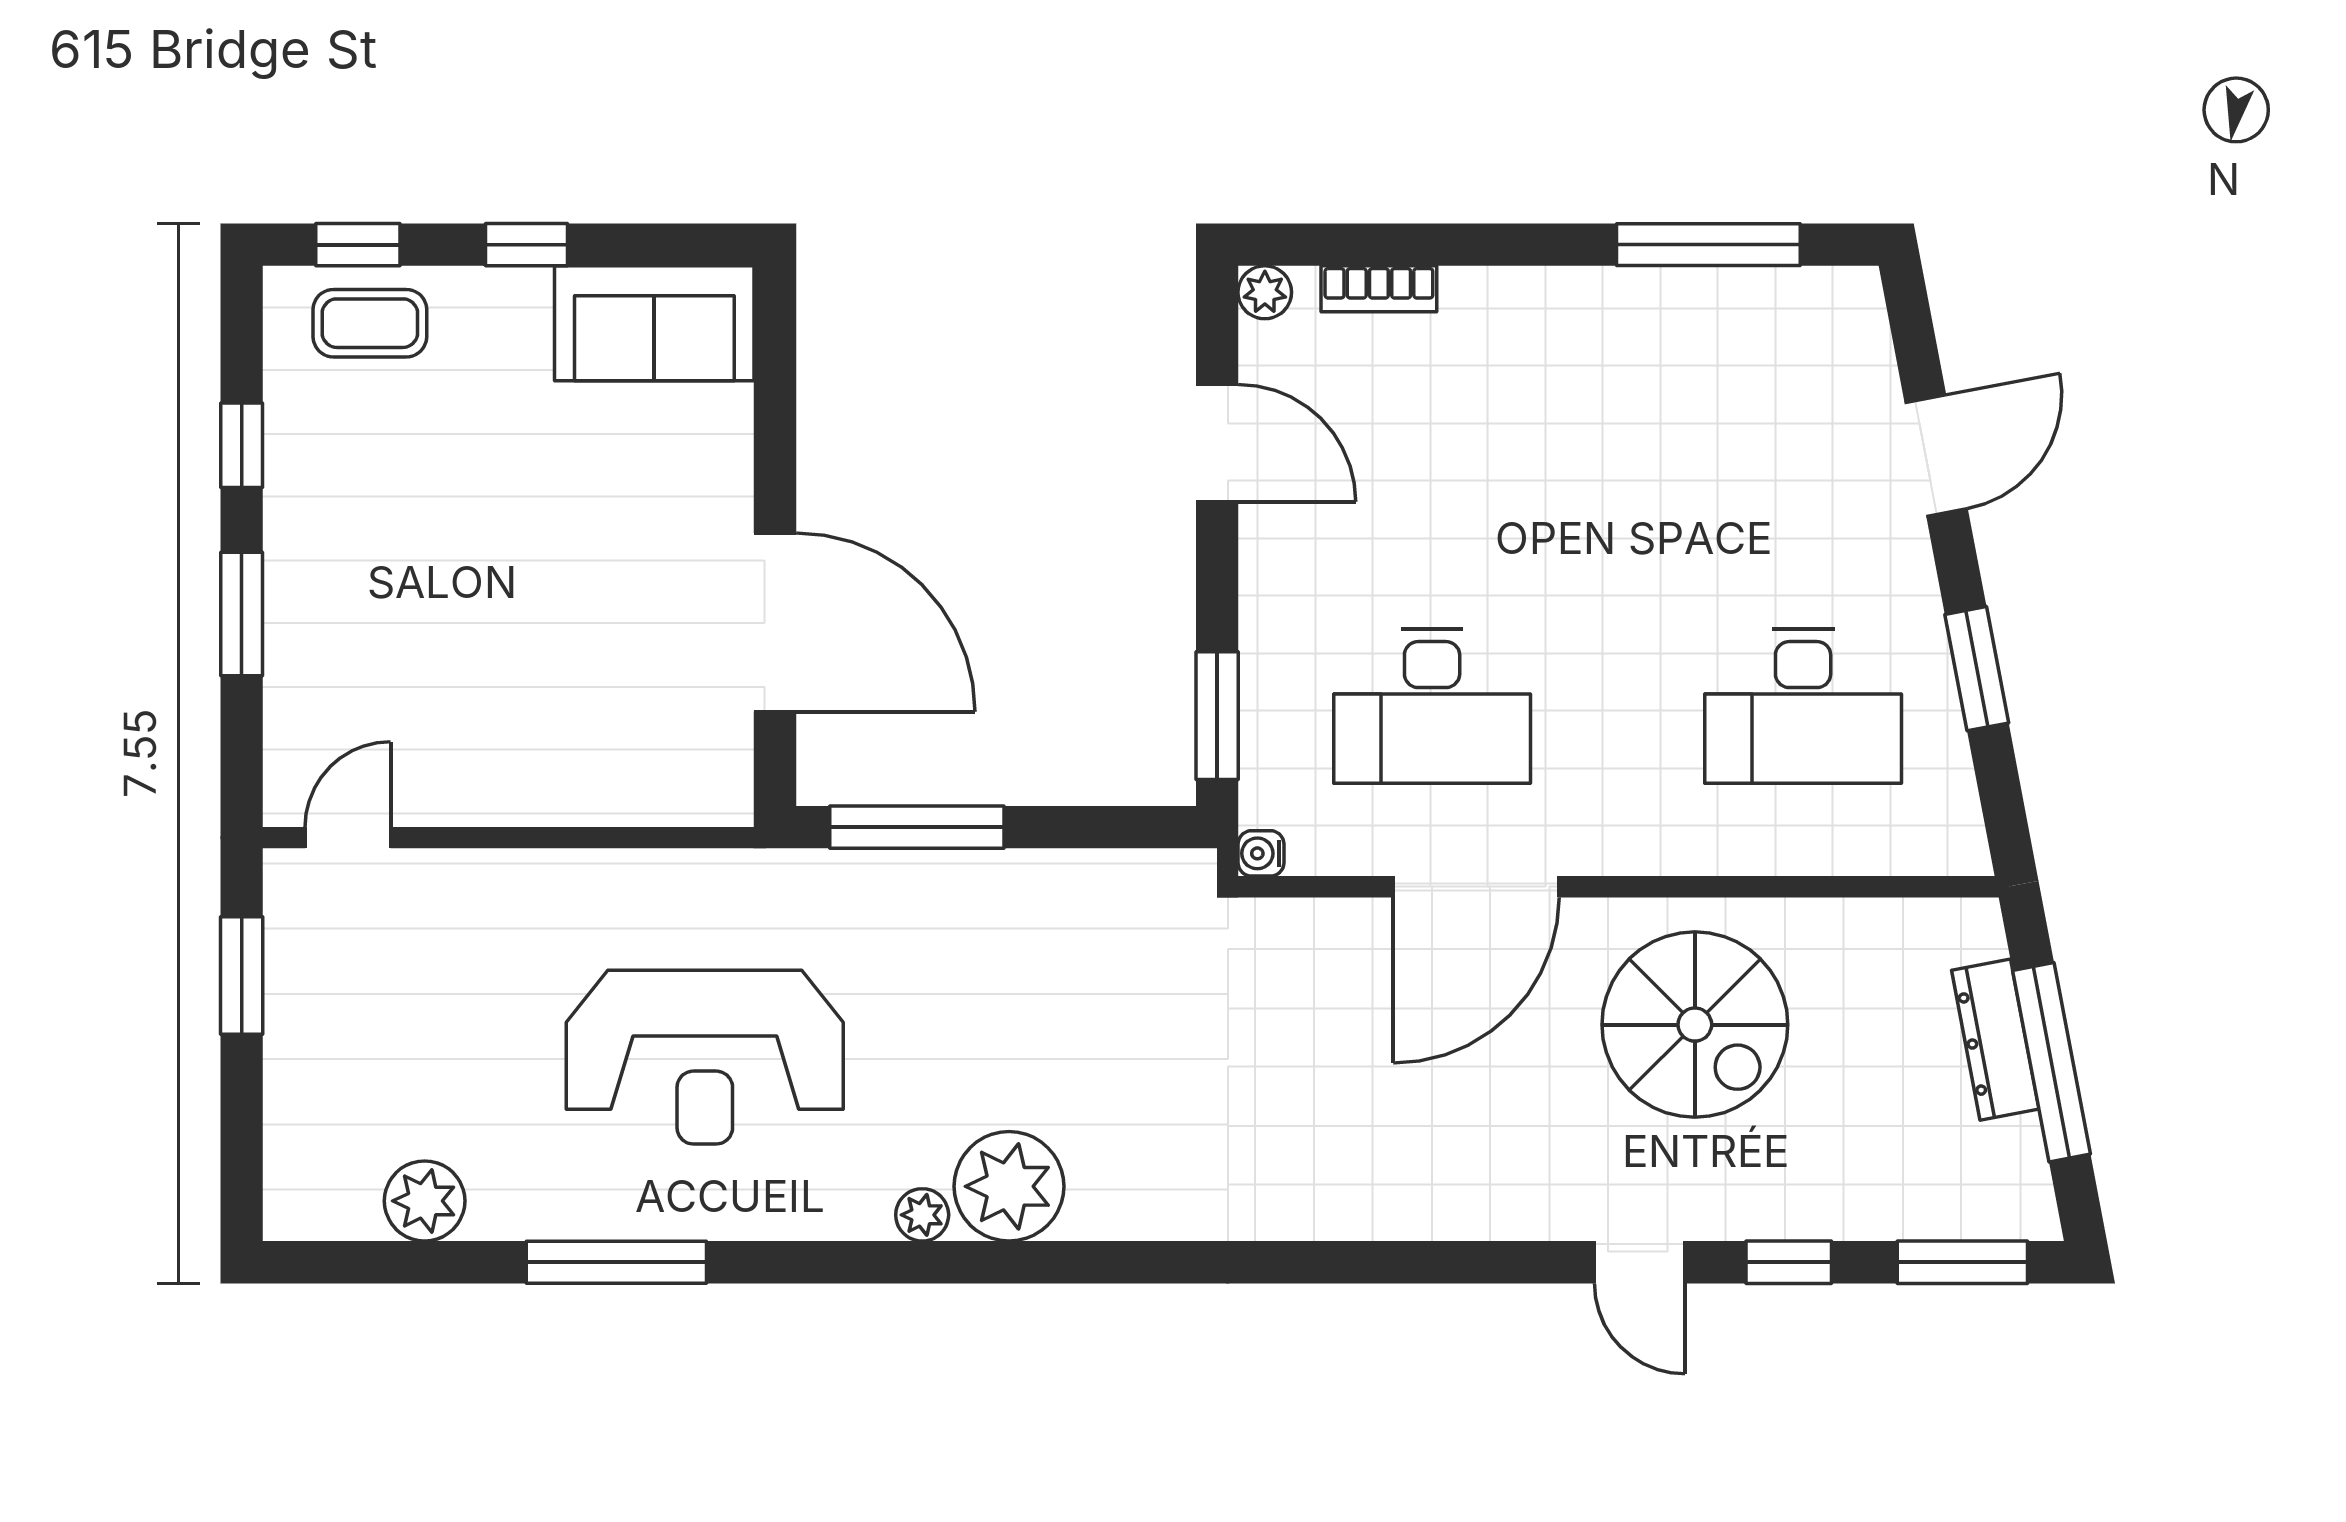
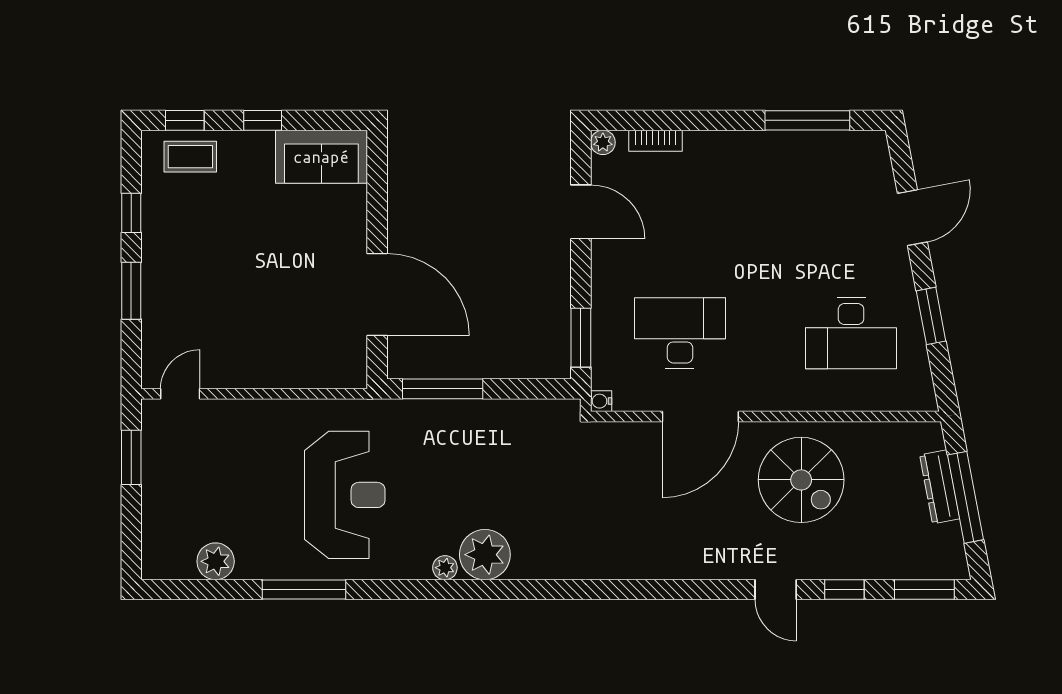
desk: (1432, 706) -> (680, 333), turned 180
reception desk: (705, 1057) -> (345, 495), turned -90

